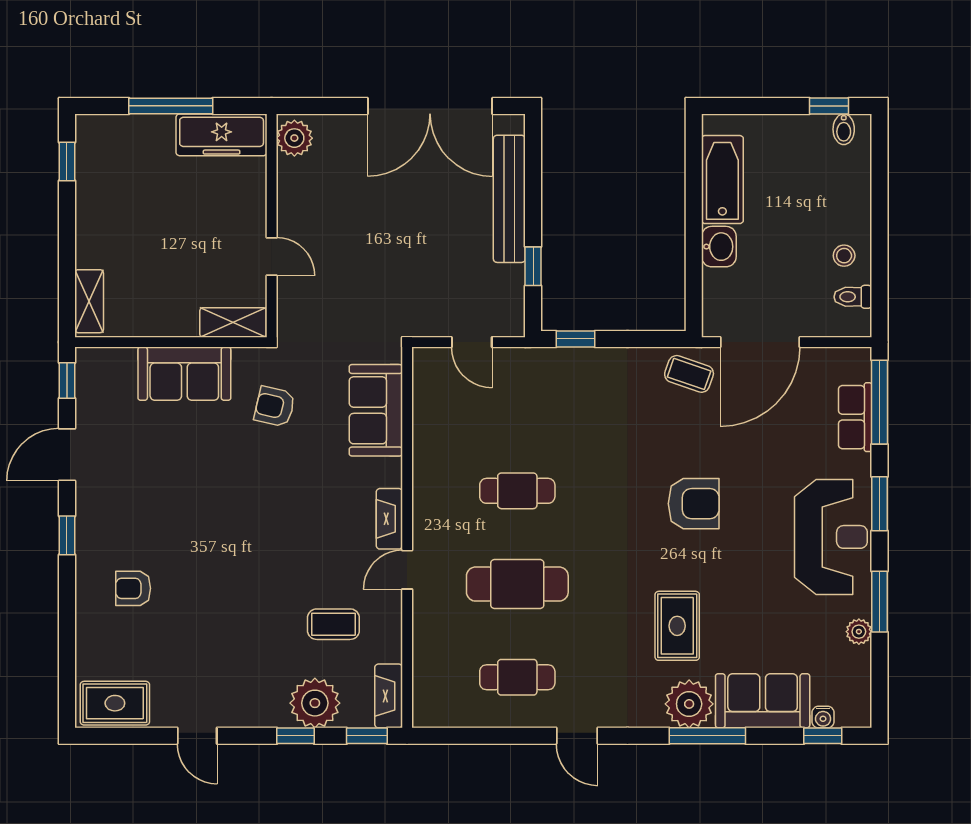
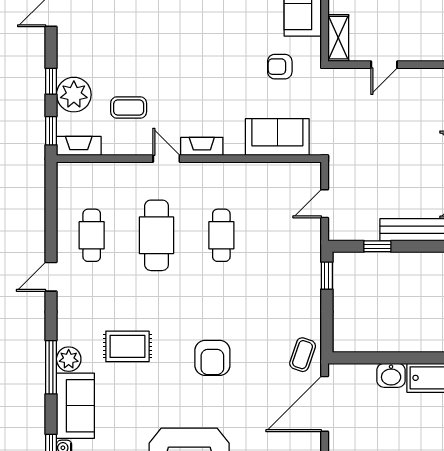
door: (760, 342) -> (325, 404), hinge flipped
armchair: (275, 407) -> (280, 67), turned -103
coffee table: (333, 624) -> (129, 107), turned 90
plant: (689, 704) -> (69, 359), width x0.73, depth x0.73

